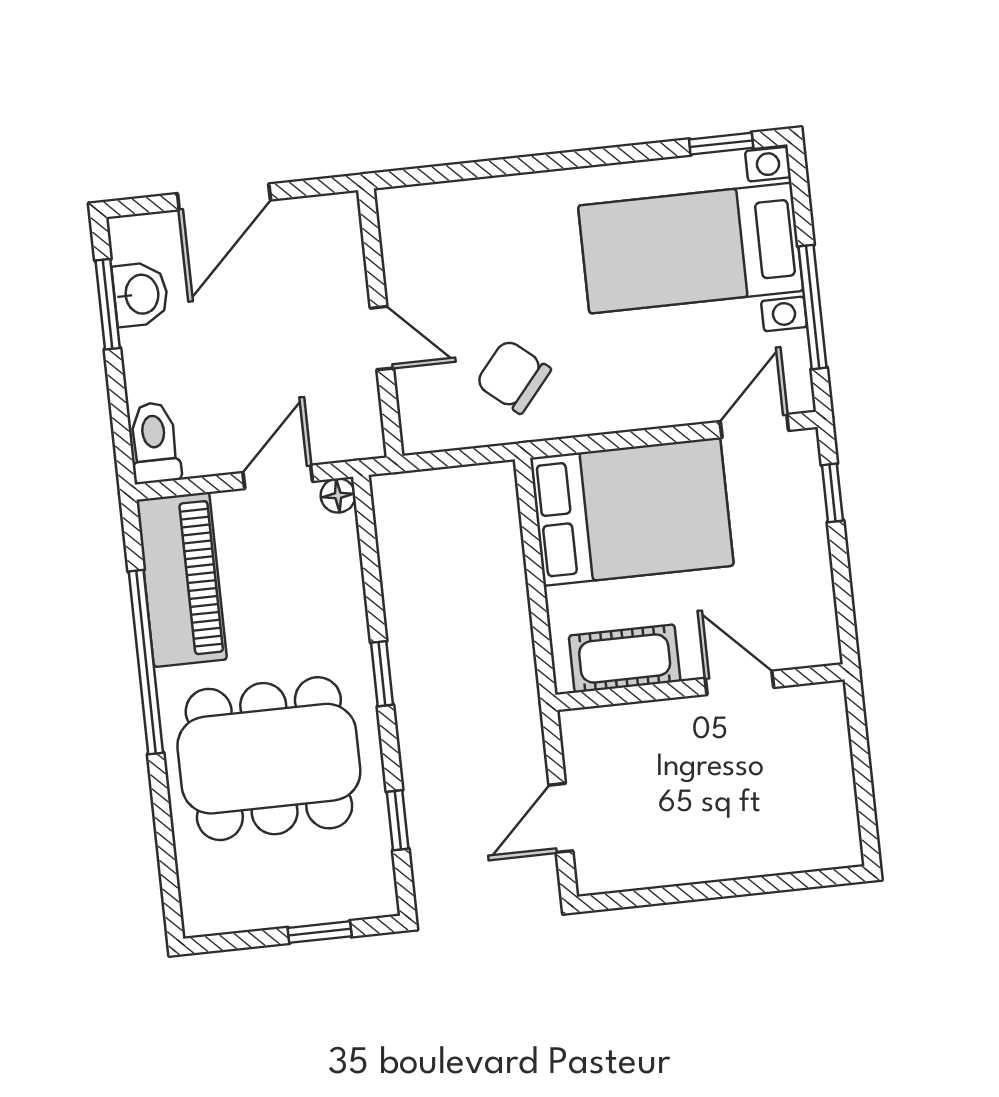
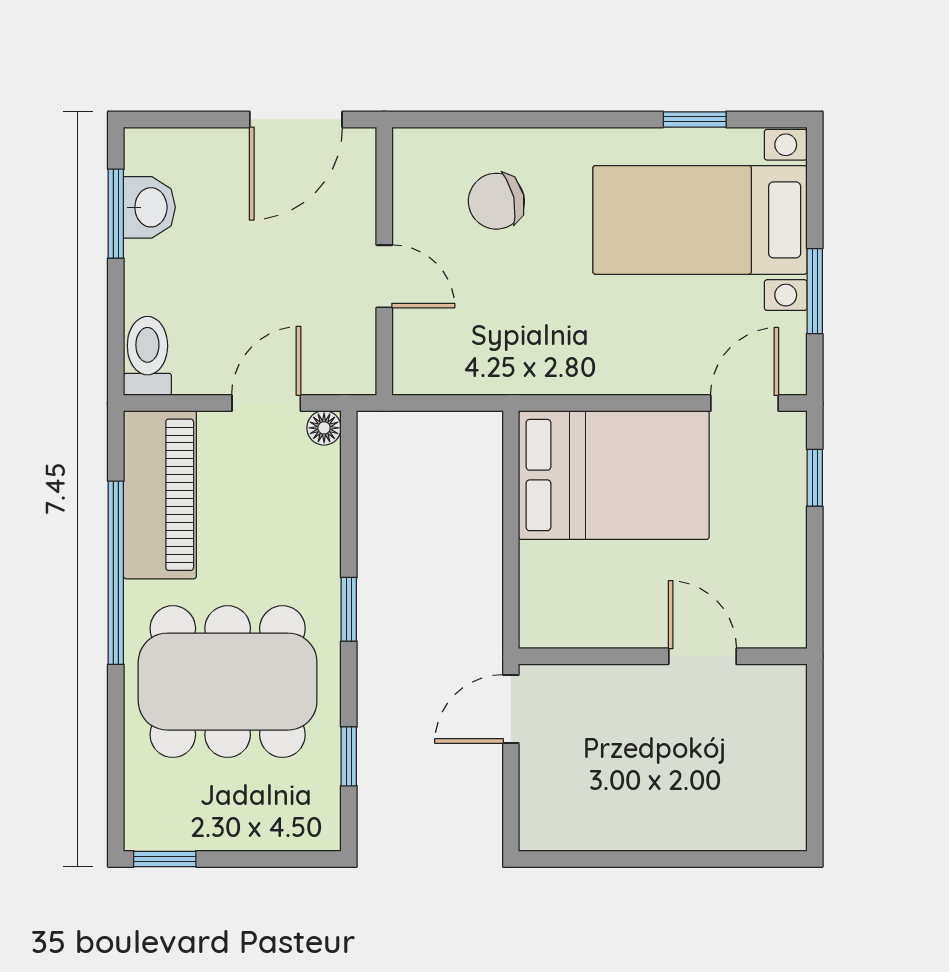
window: (721, 144) -> (695, 119), moved
door: (224, 197) -> (296, 119), moved
window: (813, 307) -> (815, 291), width x0.69
chair: (513, 376) -> (496, 201), moved, turned -53
cot: (625, 658) -> (591, 620), removed
door: (561, 818) -> (511, 709), moved
window: (320, 932) -> (165, 859), moved

